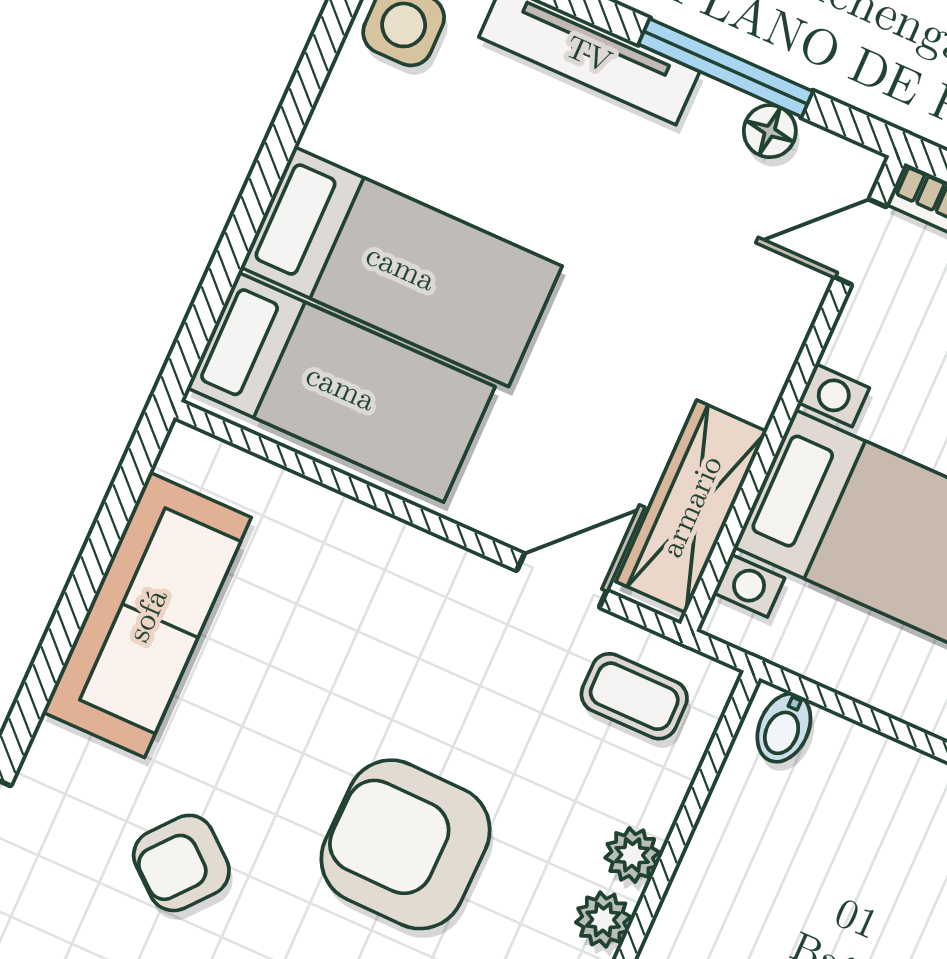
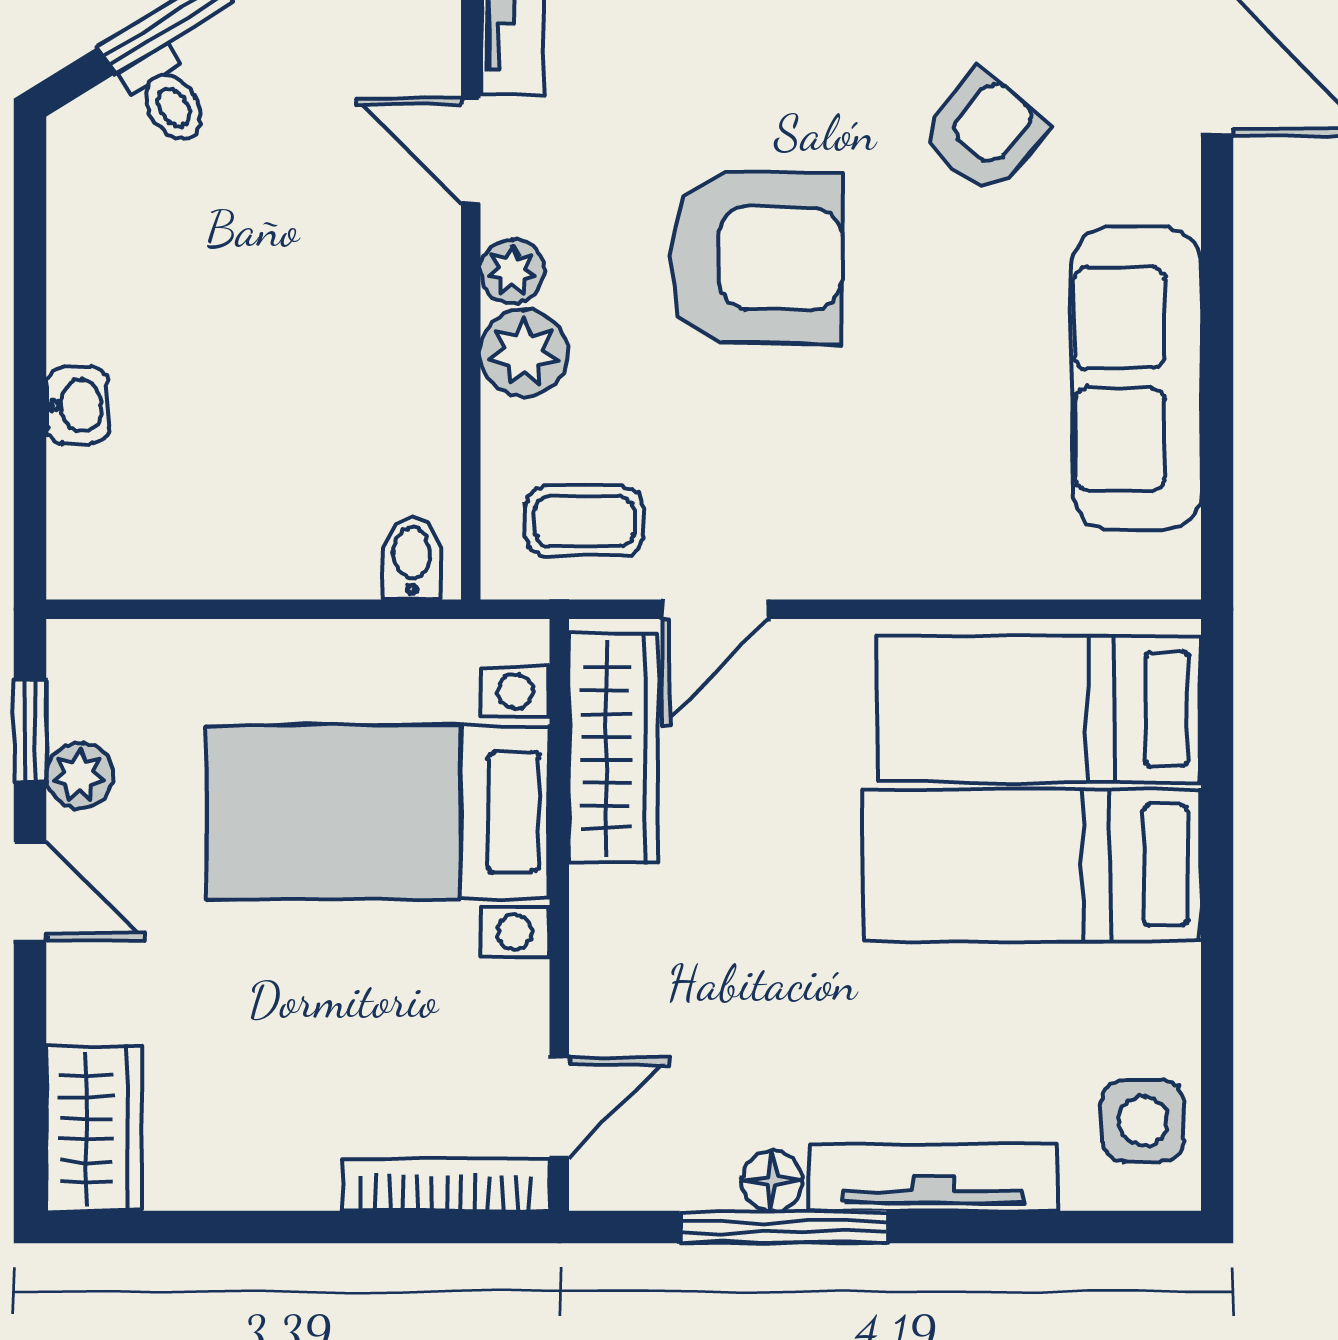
floor lamp: (770, 131) -> (772, 1181), moved
plant: (632, 855) -> (524, 353), width x1.38, depth x1.38

